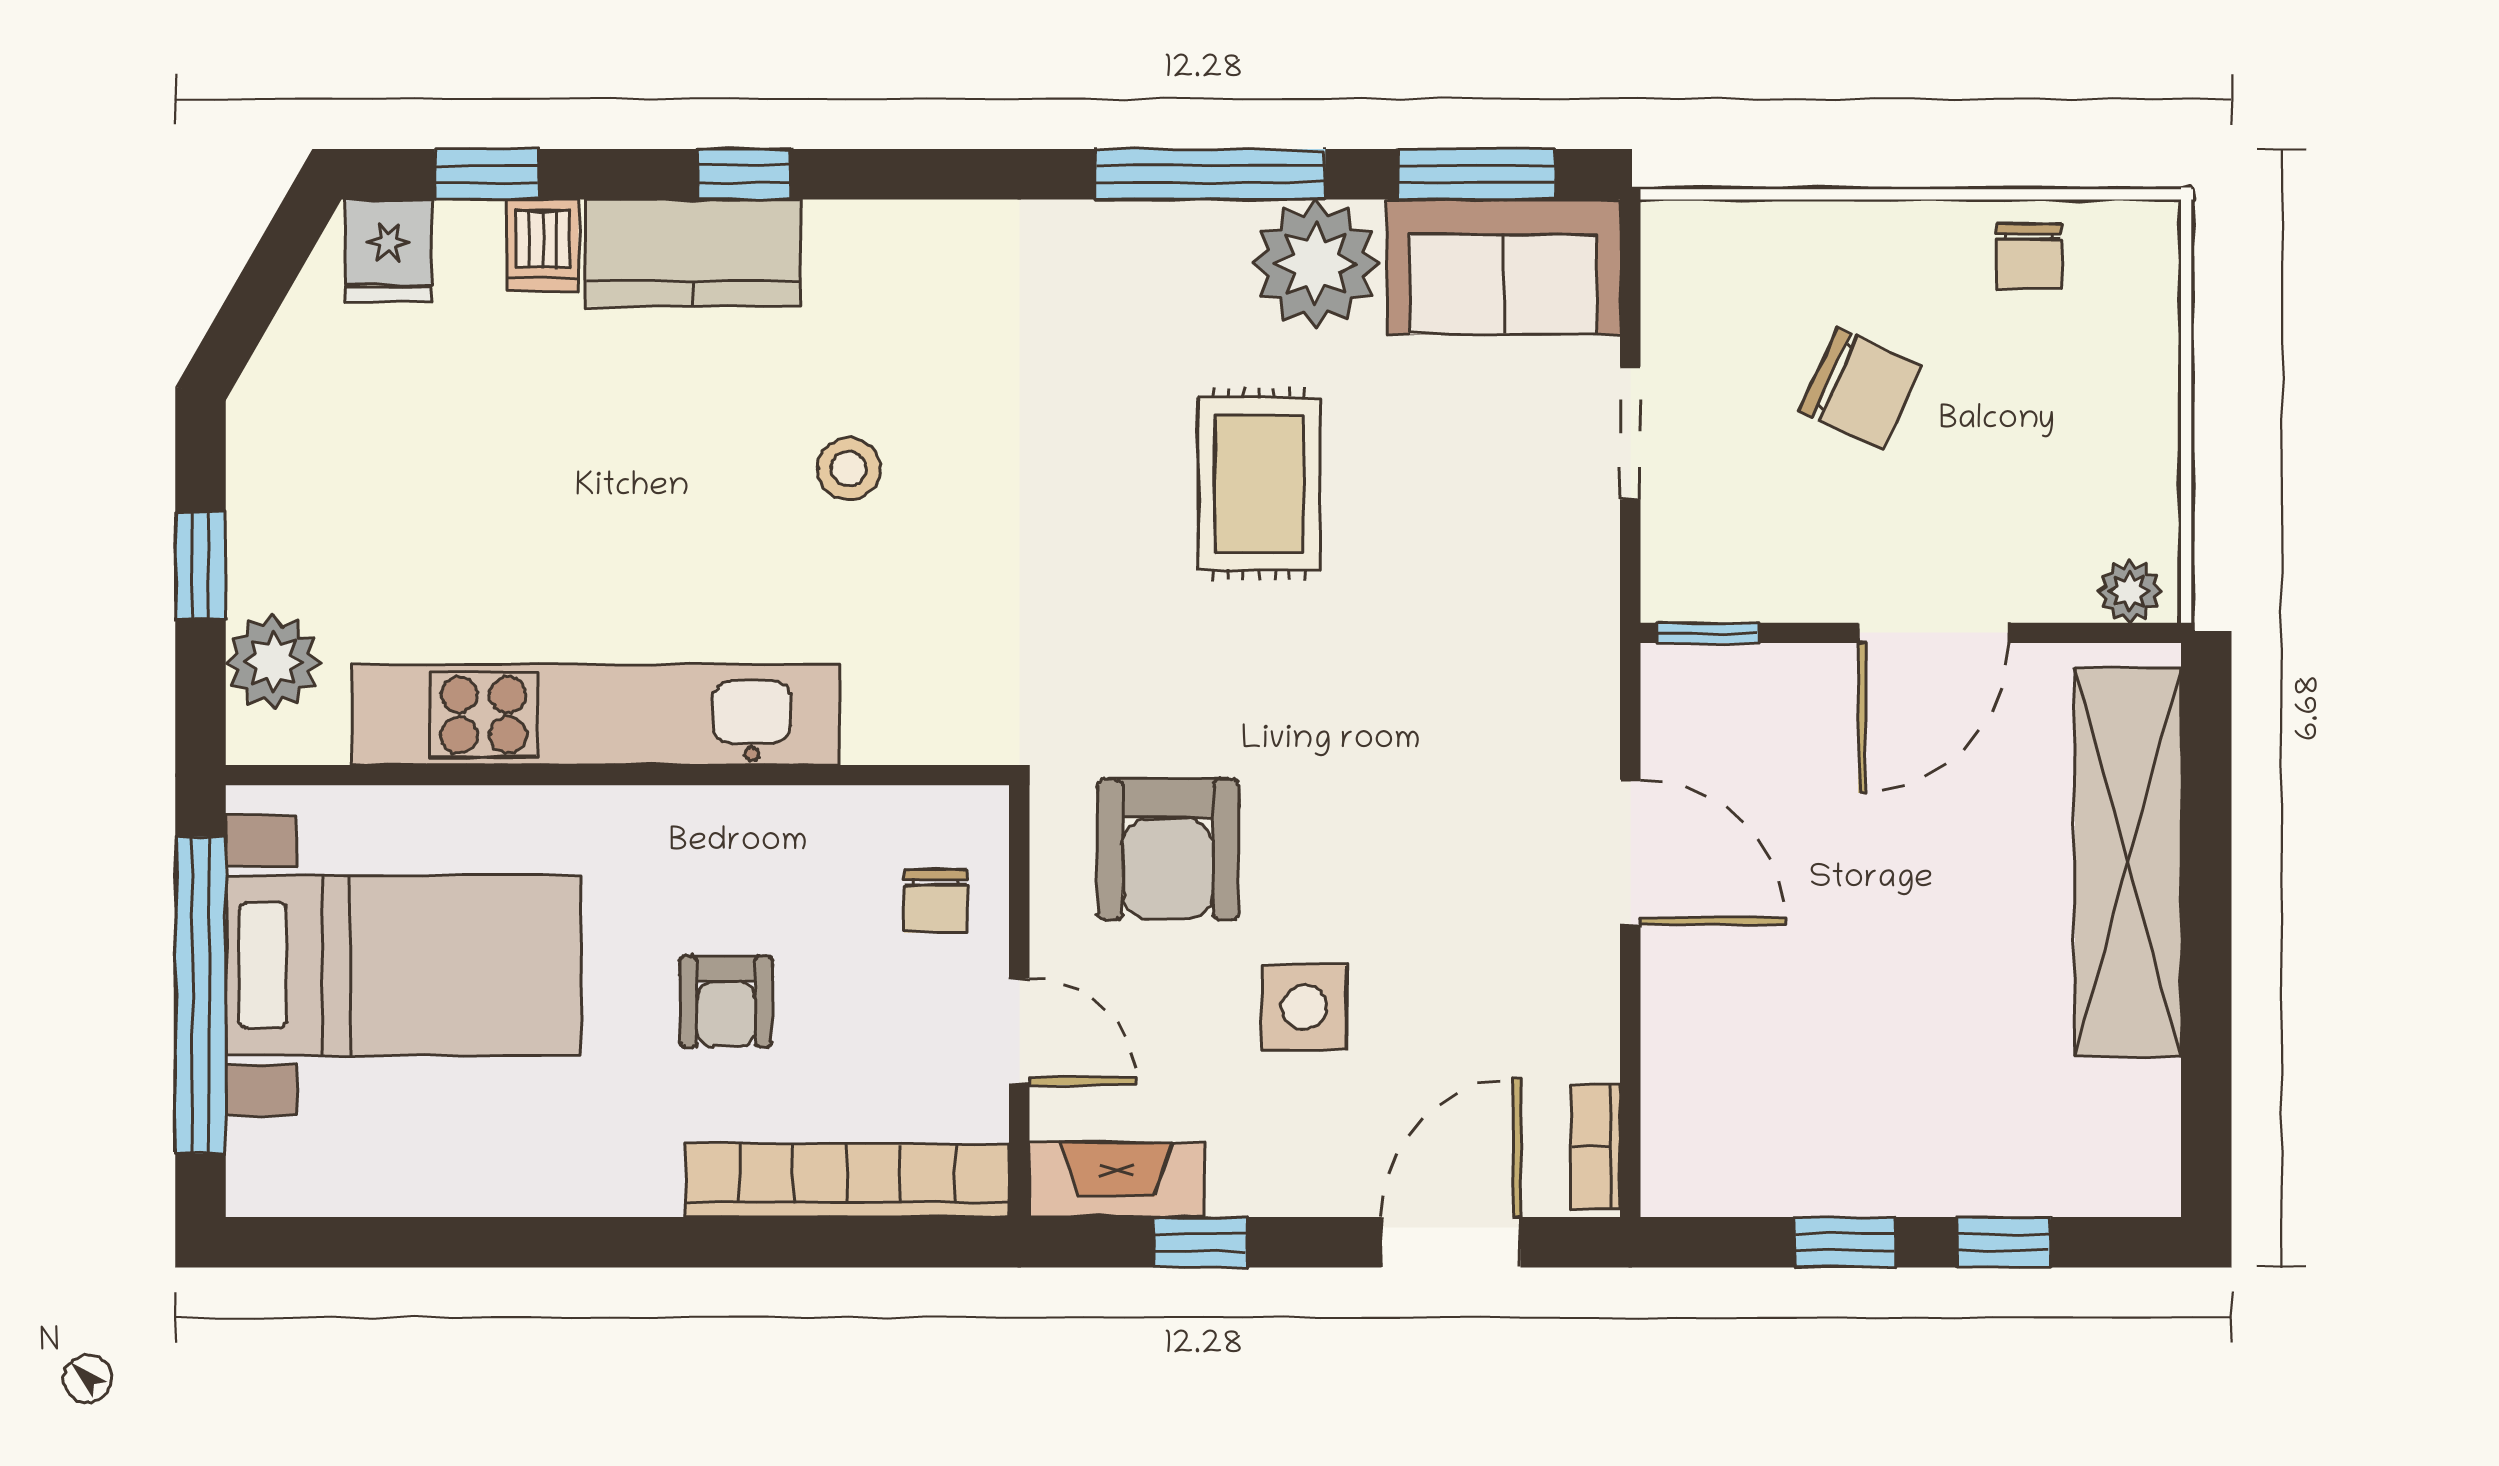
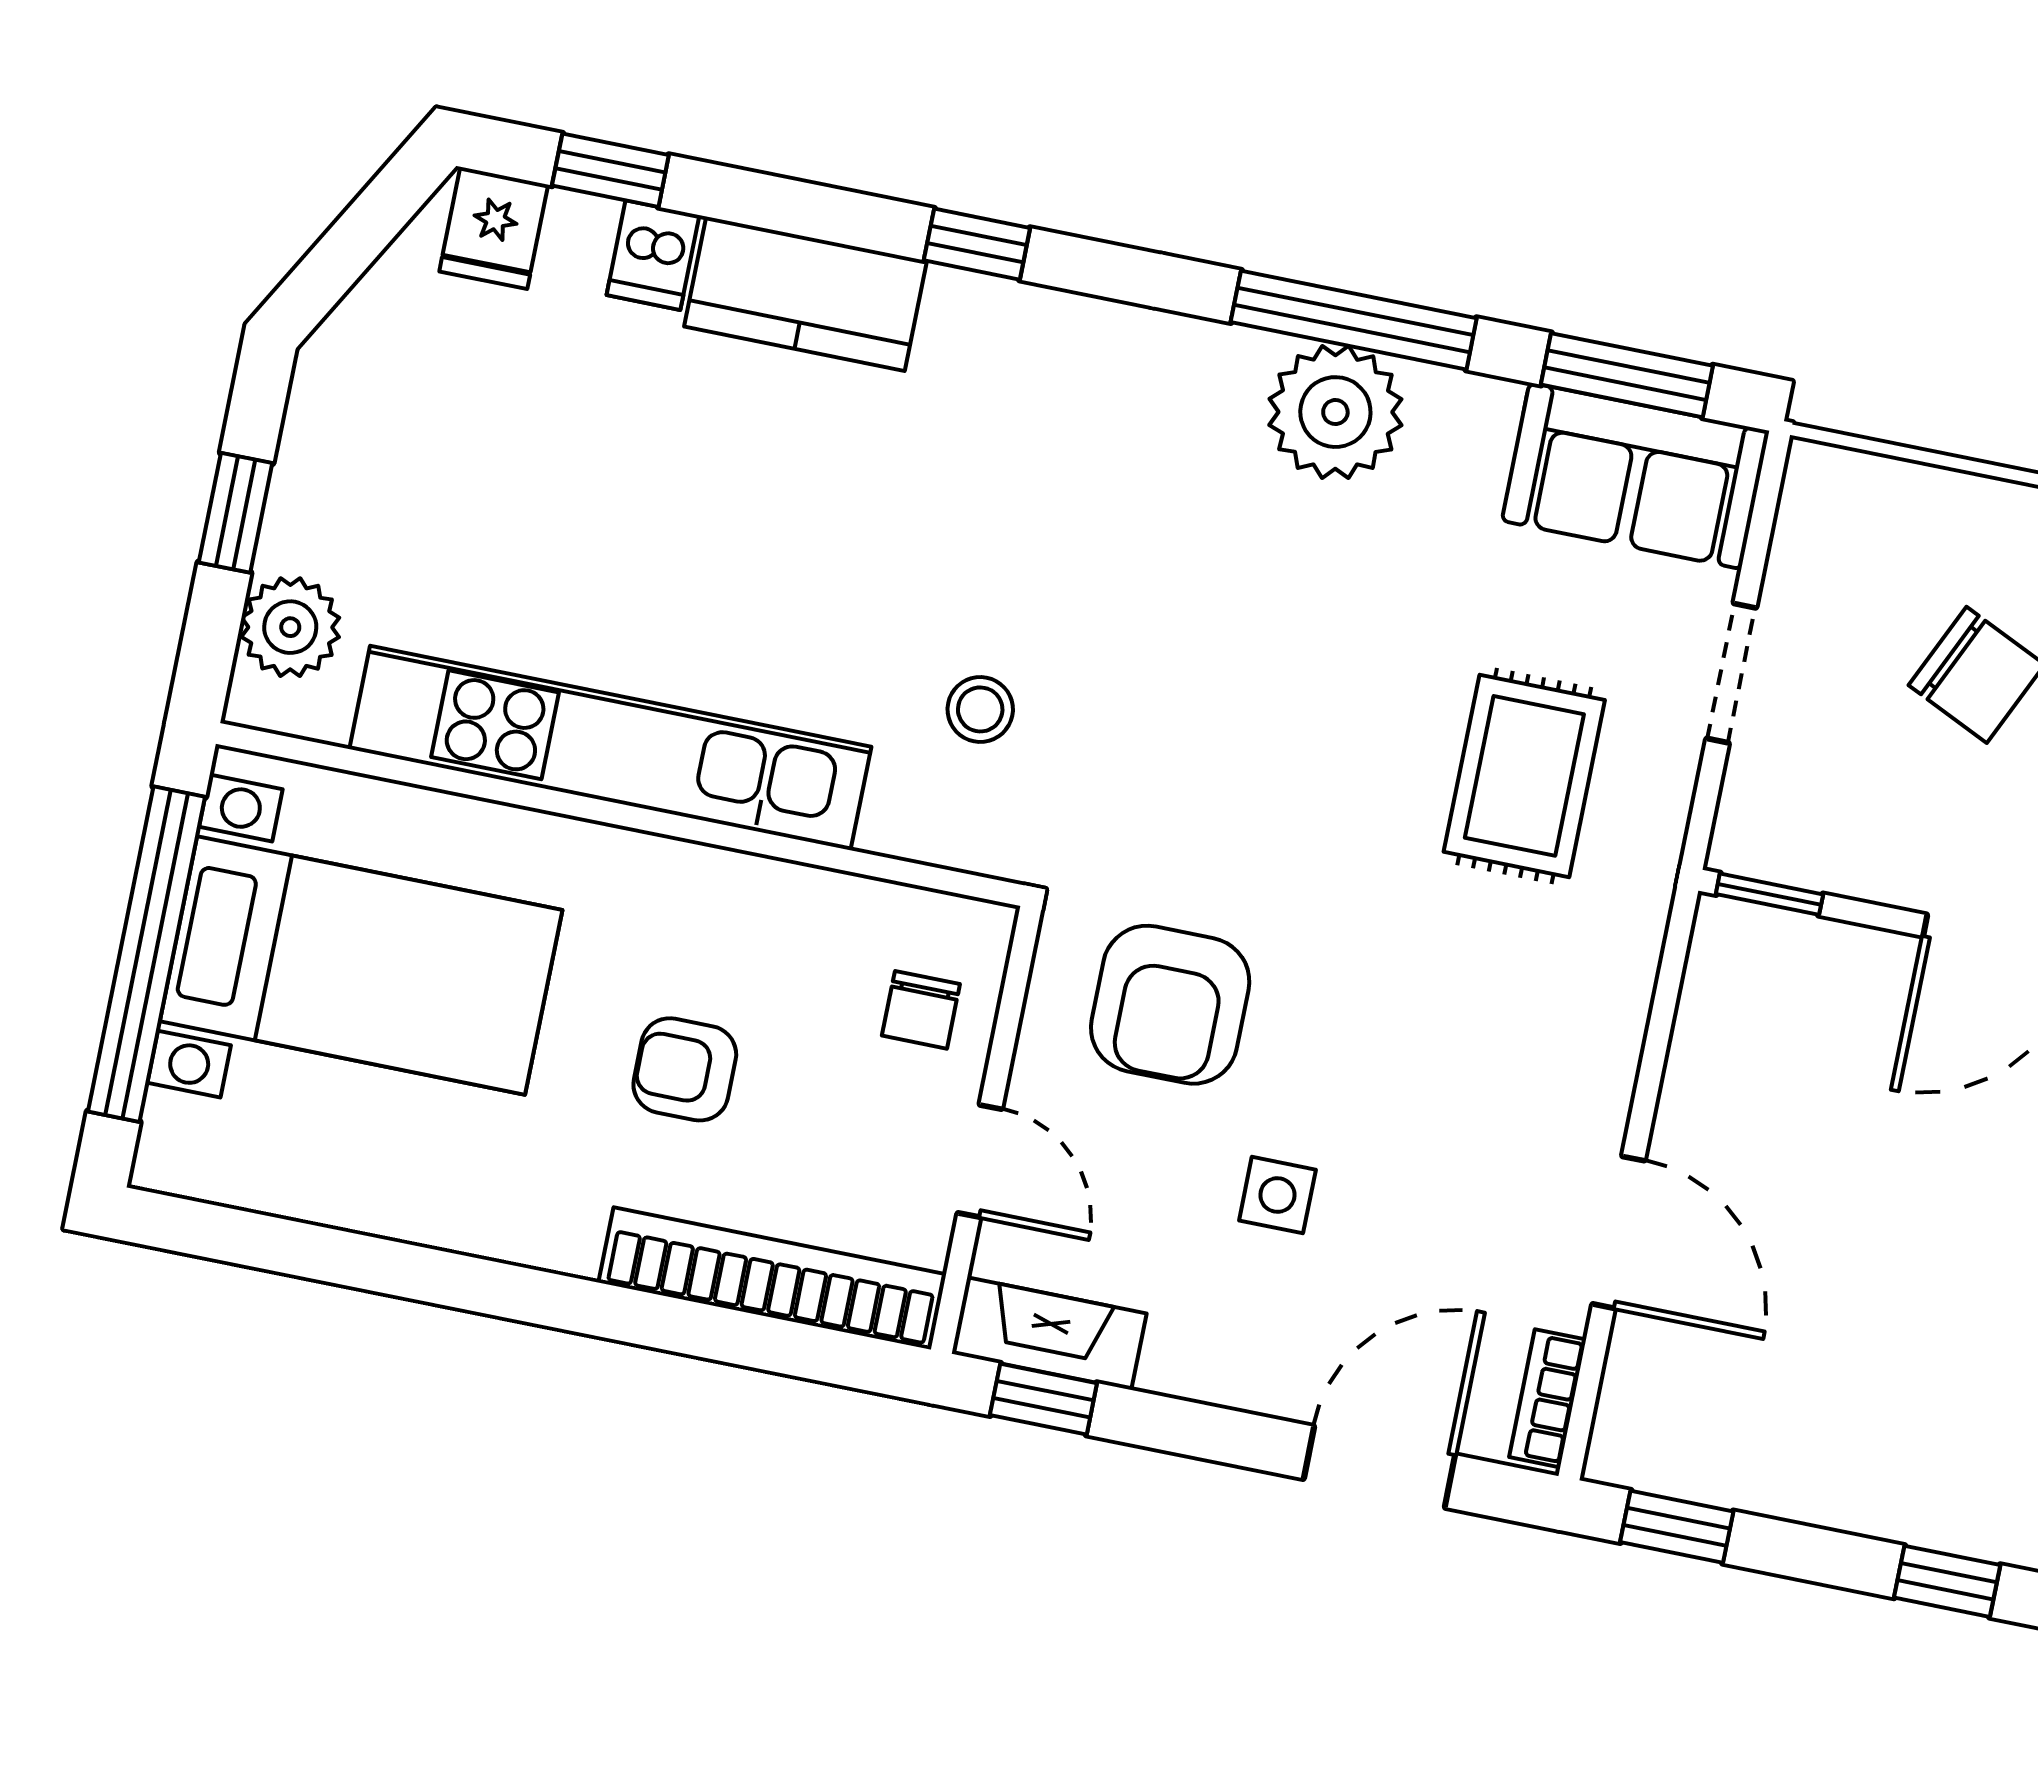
window: (744, 174) -> (977, 244), moved
plant: (1316, 264) -> (1335, 412), moved
stool: (849, 469) -> (980, 709), moved
rug: (1259, 484) -> (1524, 776), moved
door: (1630, 852) -> (1618, 1232), moved
armchair: (726, 1001) -> (685, 1069), turned 90
side table: (1304, 1007) -> (1277, 1195), width x0.73, depth x0.73
window: (1200, 1242) -> (1043, 1399), moved
window: (1845, 1242) -> (1677, 1527), moved

